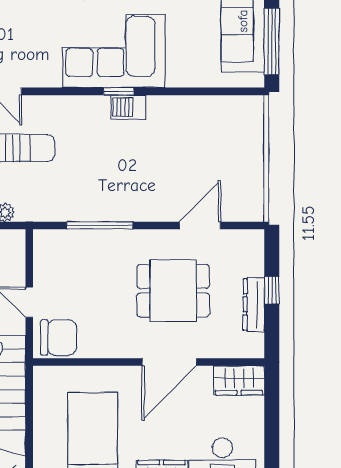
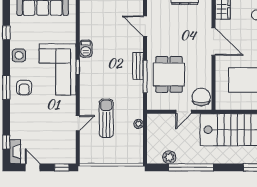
barbecue: (128, 107) -> (86, 49), moved
bench: (120, 211) -> (138, 66), added
dining table: (173, 291) -> (169, 74), moved

